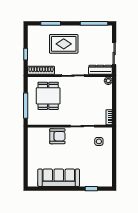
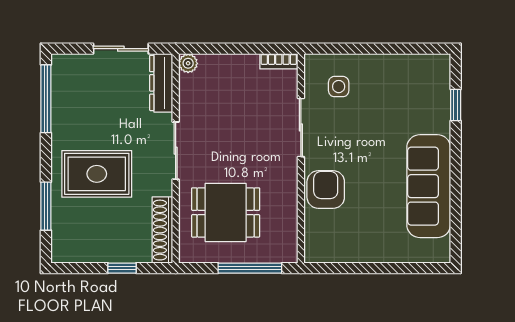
rug: (64, 44) -> (97, 174), turned 90

